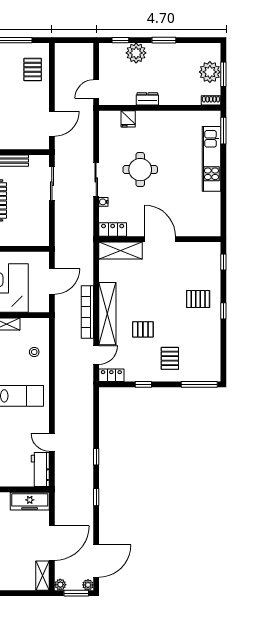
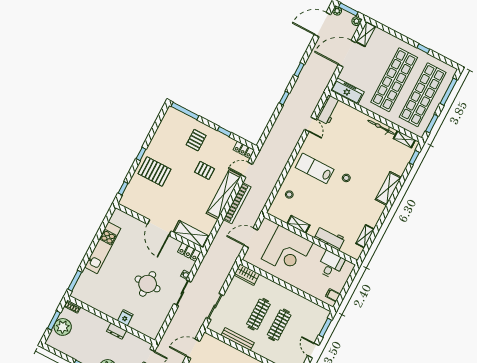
fridge: (128, 119) -> (125, 318), moved
kitchen unit: (211, 159) -> (103, 248), moved
wardrobe: (35, 238) -> (247, 275), added
pallet: (198, 299) -> (155, 171), width x1.50, depth x1.42

